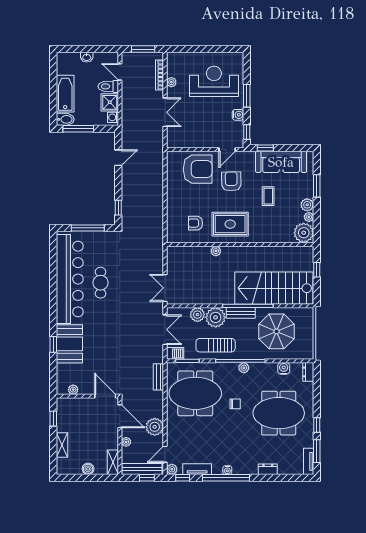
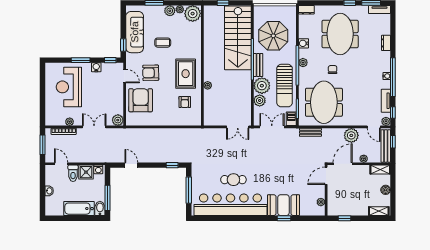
door: (120, 72) -> (61, 164), swing flipped
plant: (173, 141) -> (118, 120), added
sun lounger: (216, 345) -> (285, 86), width x1.36, depth x1.34
water cooler: (284, 368) -> (304, 43), moved
shelving: (62, 445) -> (379, 211), moved

